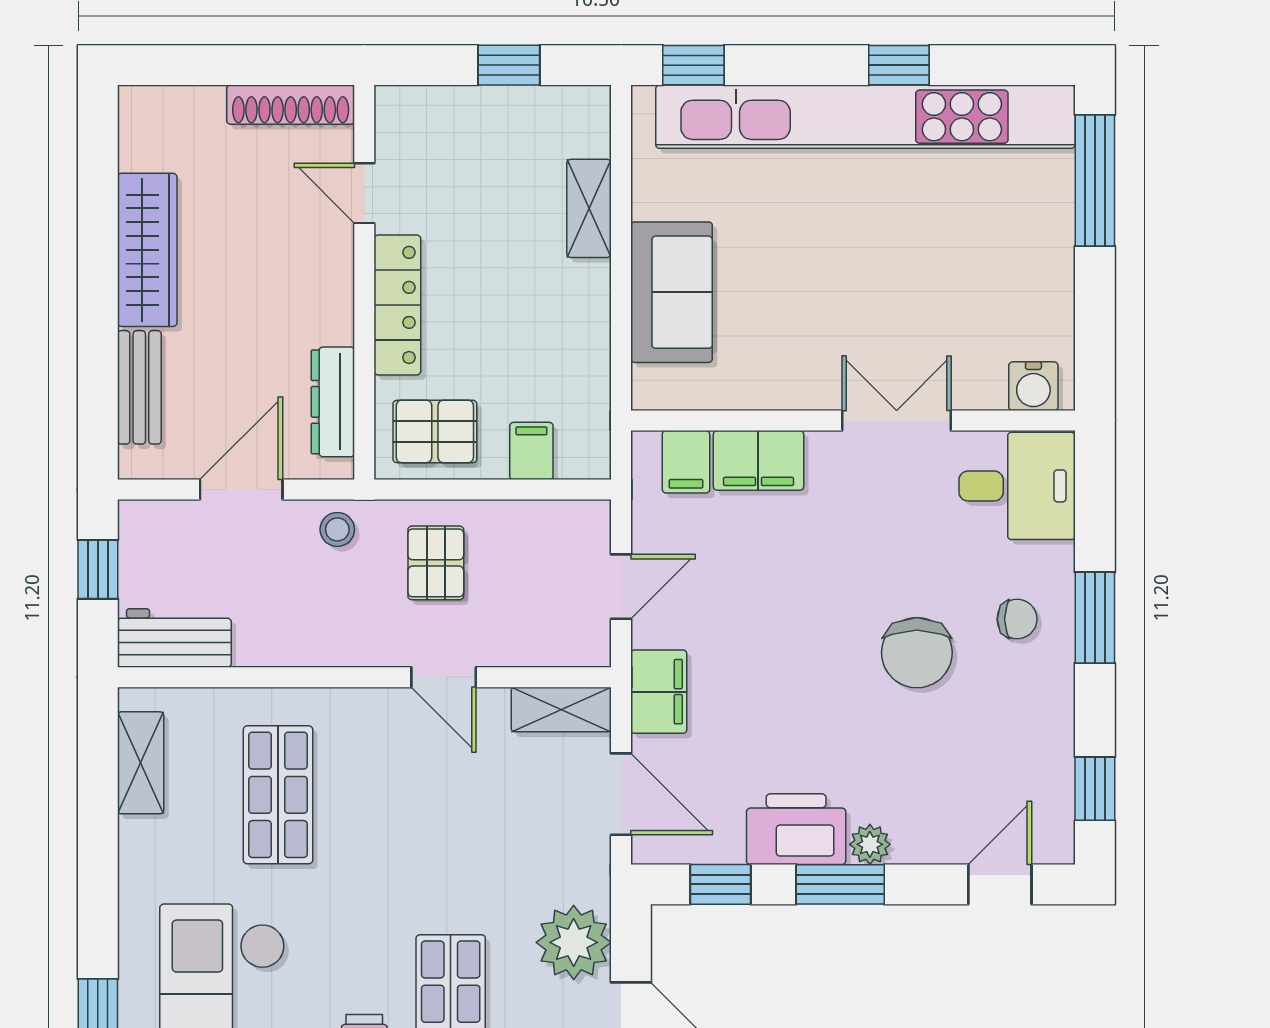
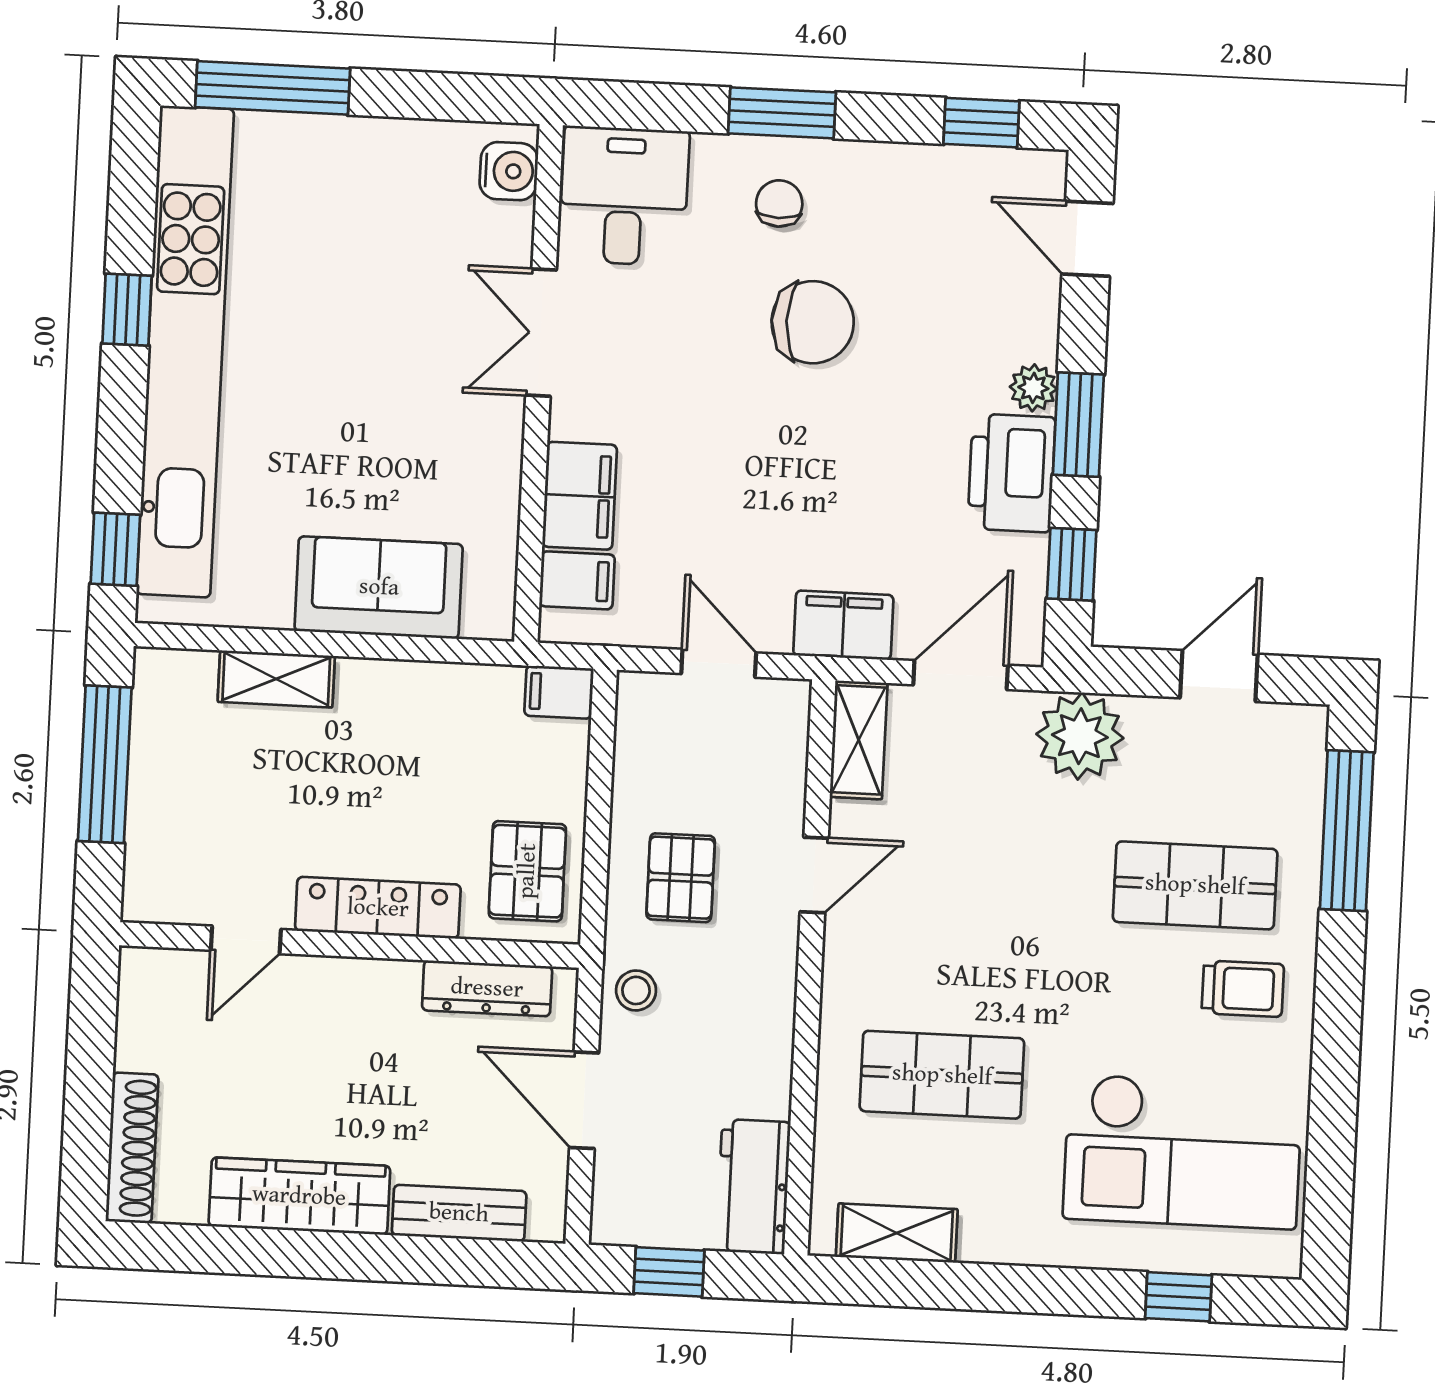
window: (509, 65) -> (105, 764), width x2.17
shoe rack: (291, 105) -> (132, 1148), moved
filing cabinet: (531, 451) -> (559, 692), moved
pallet: (436, 563) -> (681, 878), turned 90
plant: (574, 942) -> (1080, 736), moved

